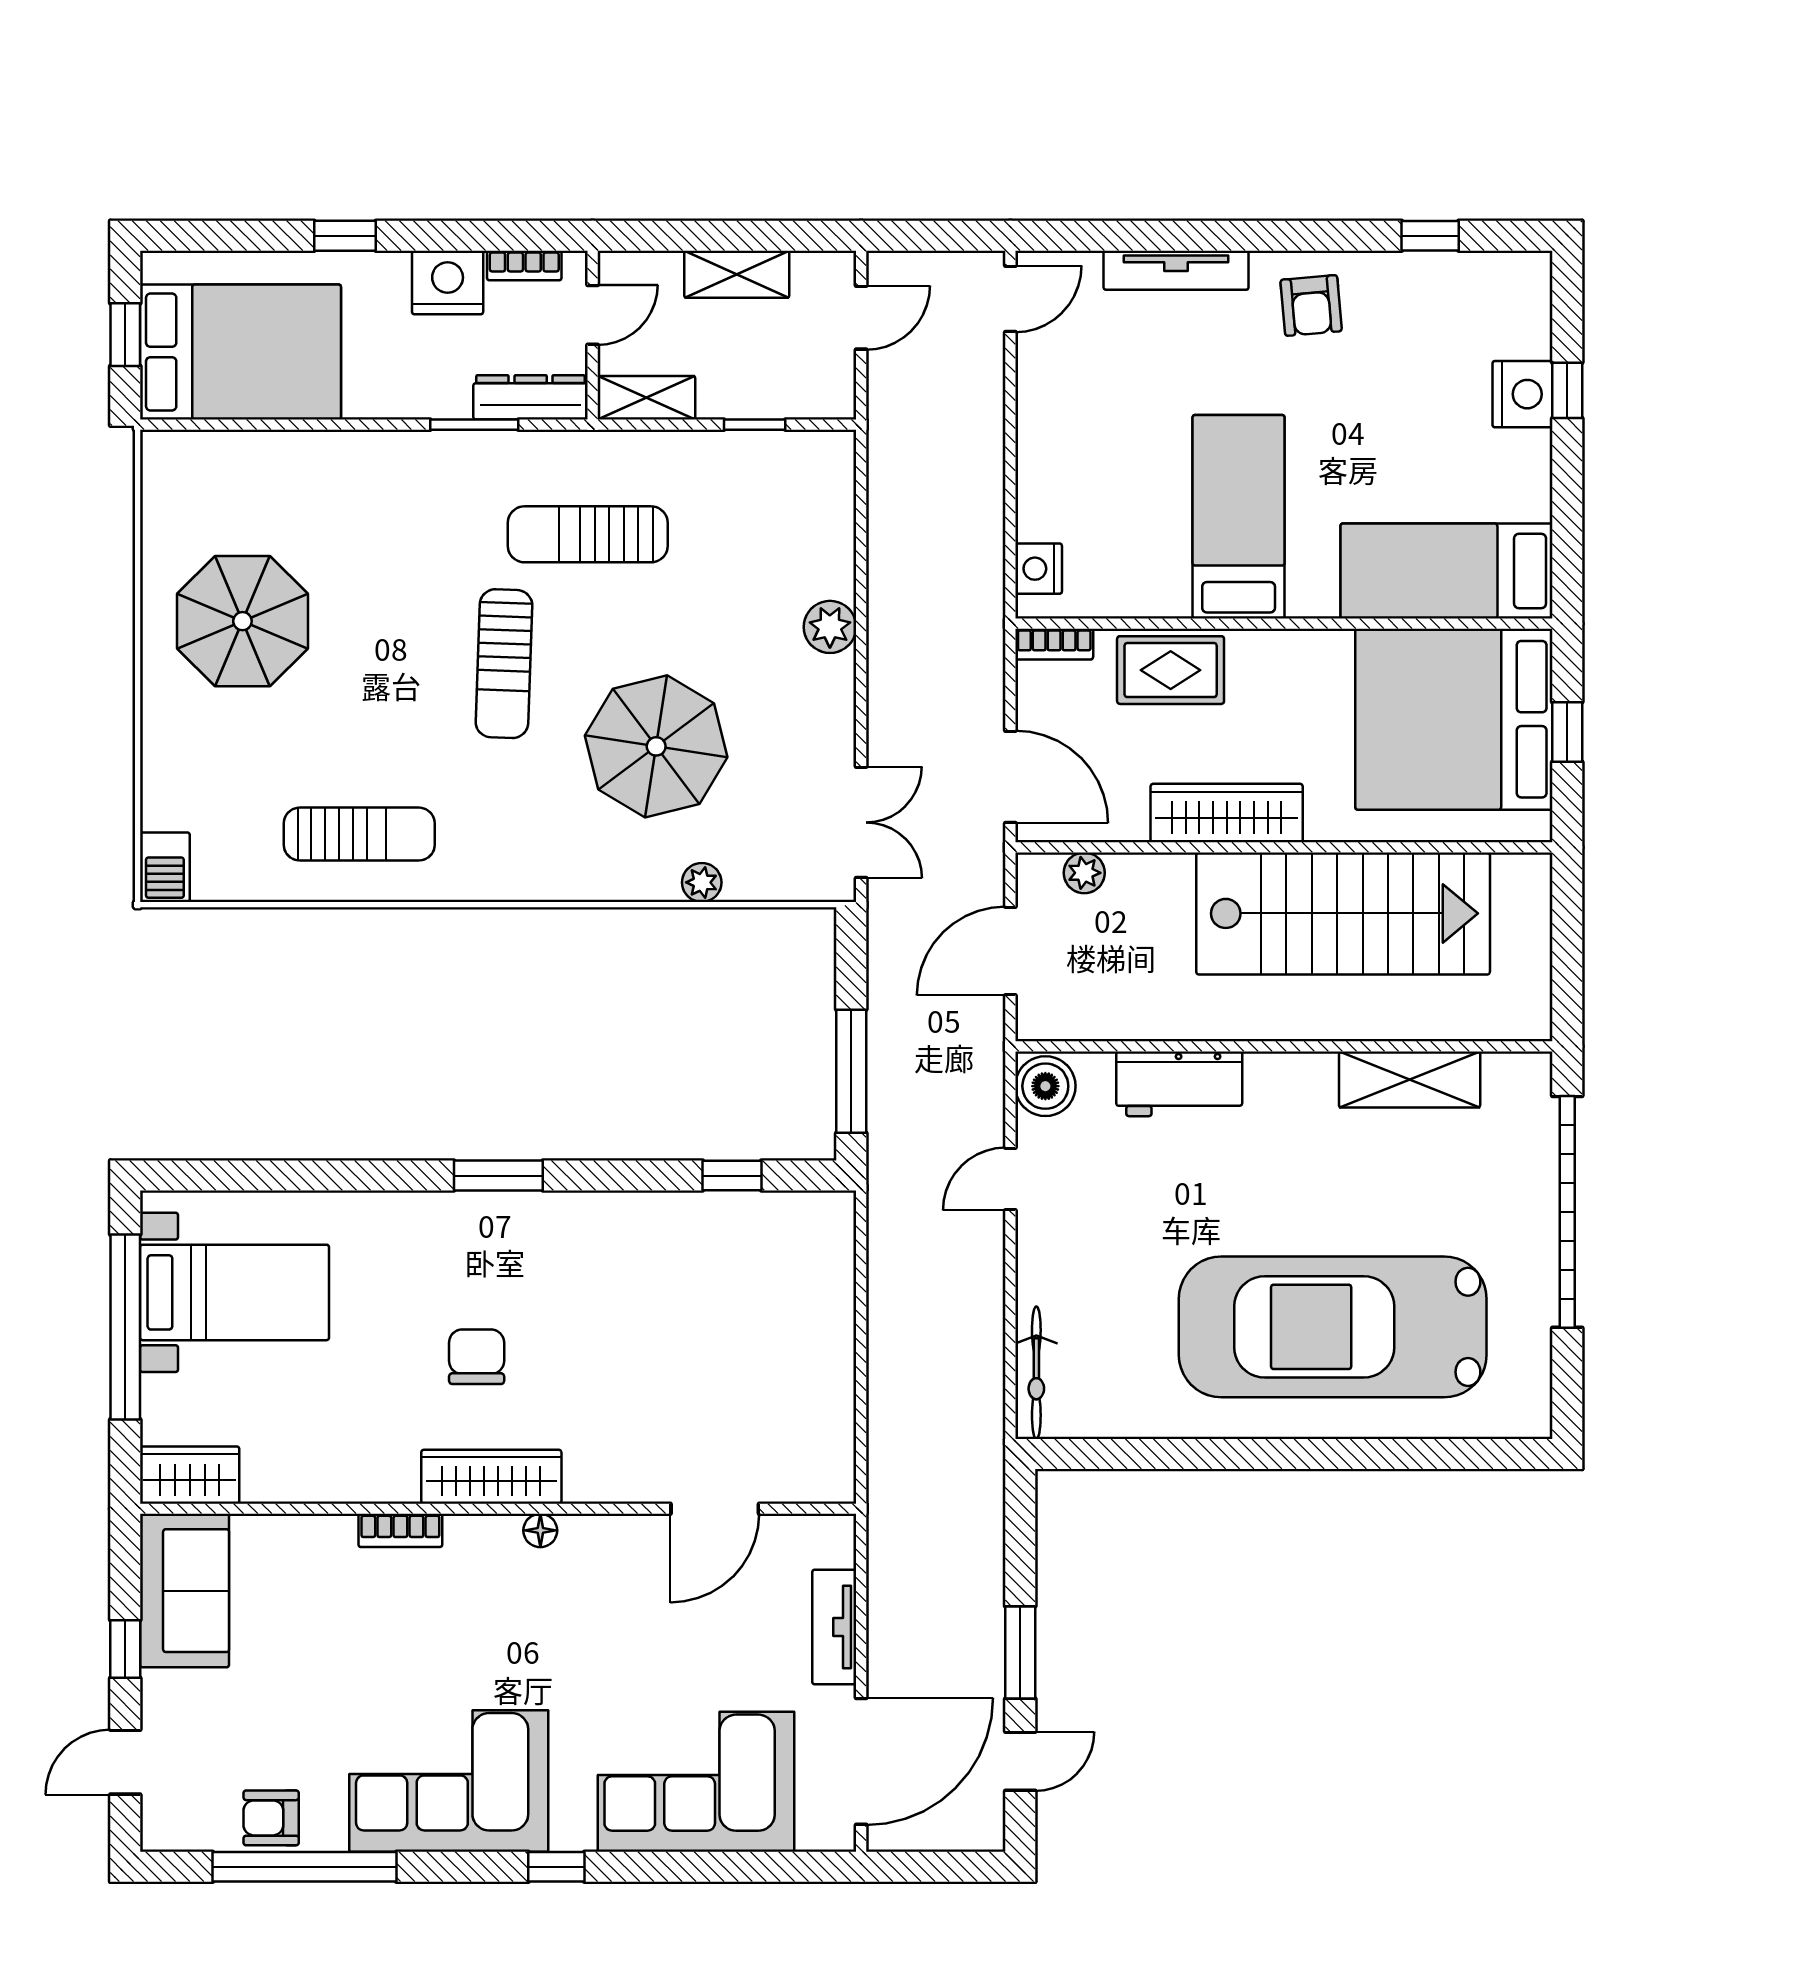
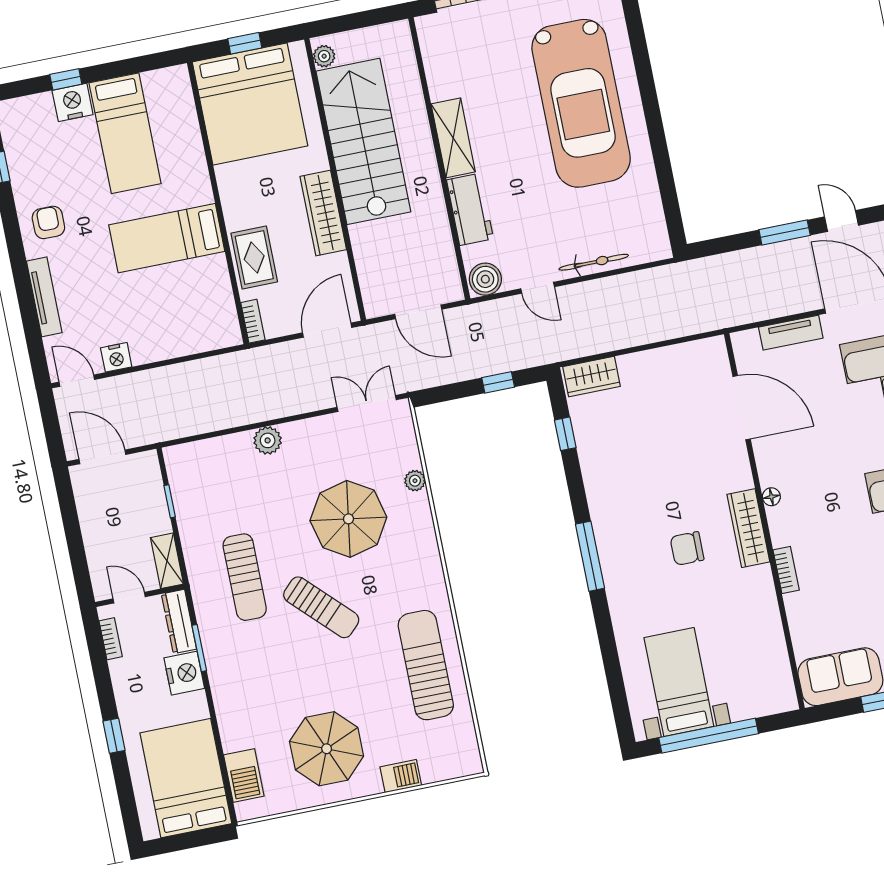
shelving: (737, 274) -> (93, 527), removed
nightstand: (448, 283) -> (184, 673), moved, turned 180
armchair: (1311, 305) -> (48, 222), turned -85
door: (861, 318) -> (102, 457), width x1.38
window: (125, 335) -> (189, 840), removed
barbecue: (224, 459) -> (244, 776), added
nightstand: (1039, 569) -> (116, 357), moved
bed: (1446, 571) -> (125, 133), moved
sun lounger: (504, 664) -> (321, 607), turned 43
sun lounger: (359, 834) -> (426, 665), width x1.36, depth x1.34
barbecue: (165, 867) -> (401, 776), moved
plant: (1084, 873) -> (324, 56), moved
window: (851, 1071) -> (498, 382), width x0.46
shelving: (1410, 1079) -> (453, 138), moved
window: (498, 1176) -> (590, 556), width x1.44
bicycle: (1036, 1373) -> (594, 262), moved
wardrobe: (190, 1475) -> (592, 377), moved, turned -90
door: (715, 1509) -> (742, 408), width x1.36

